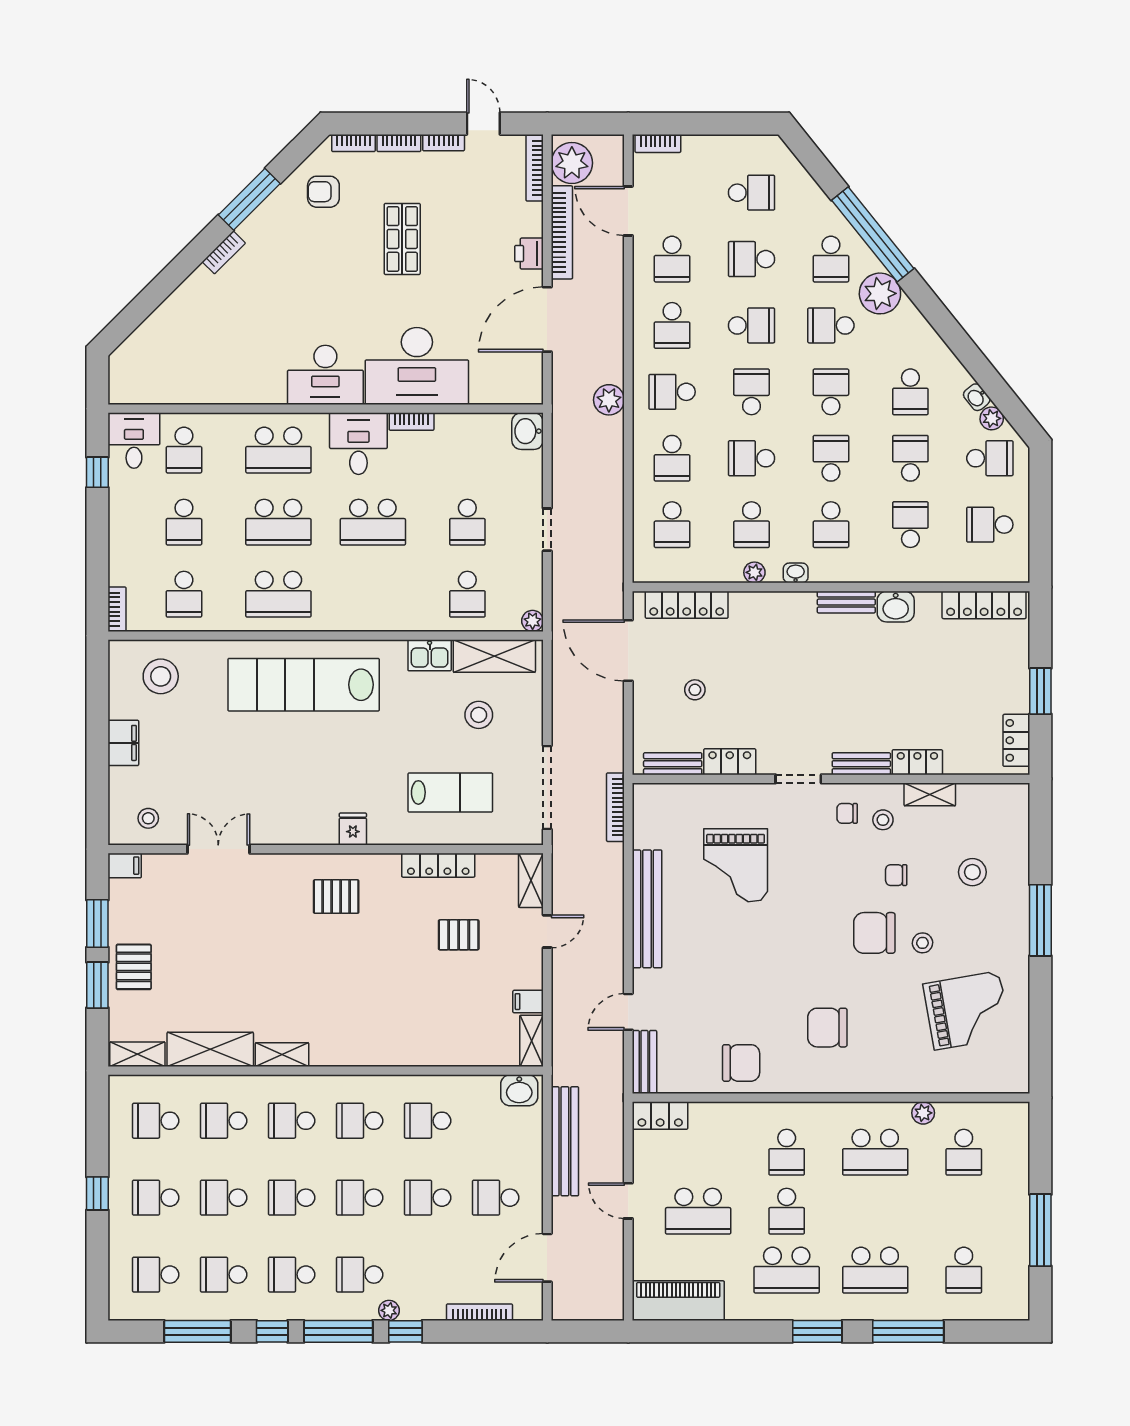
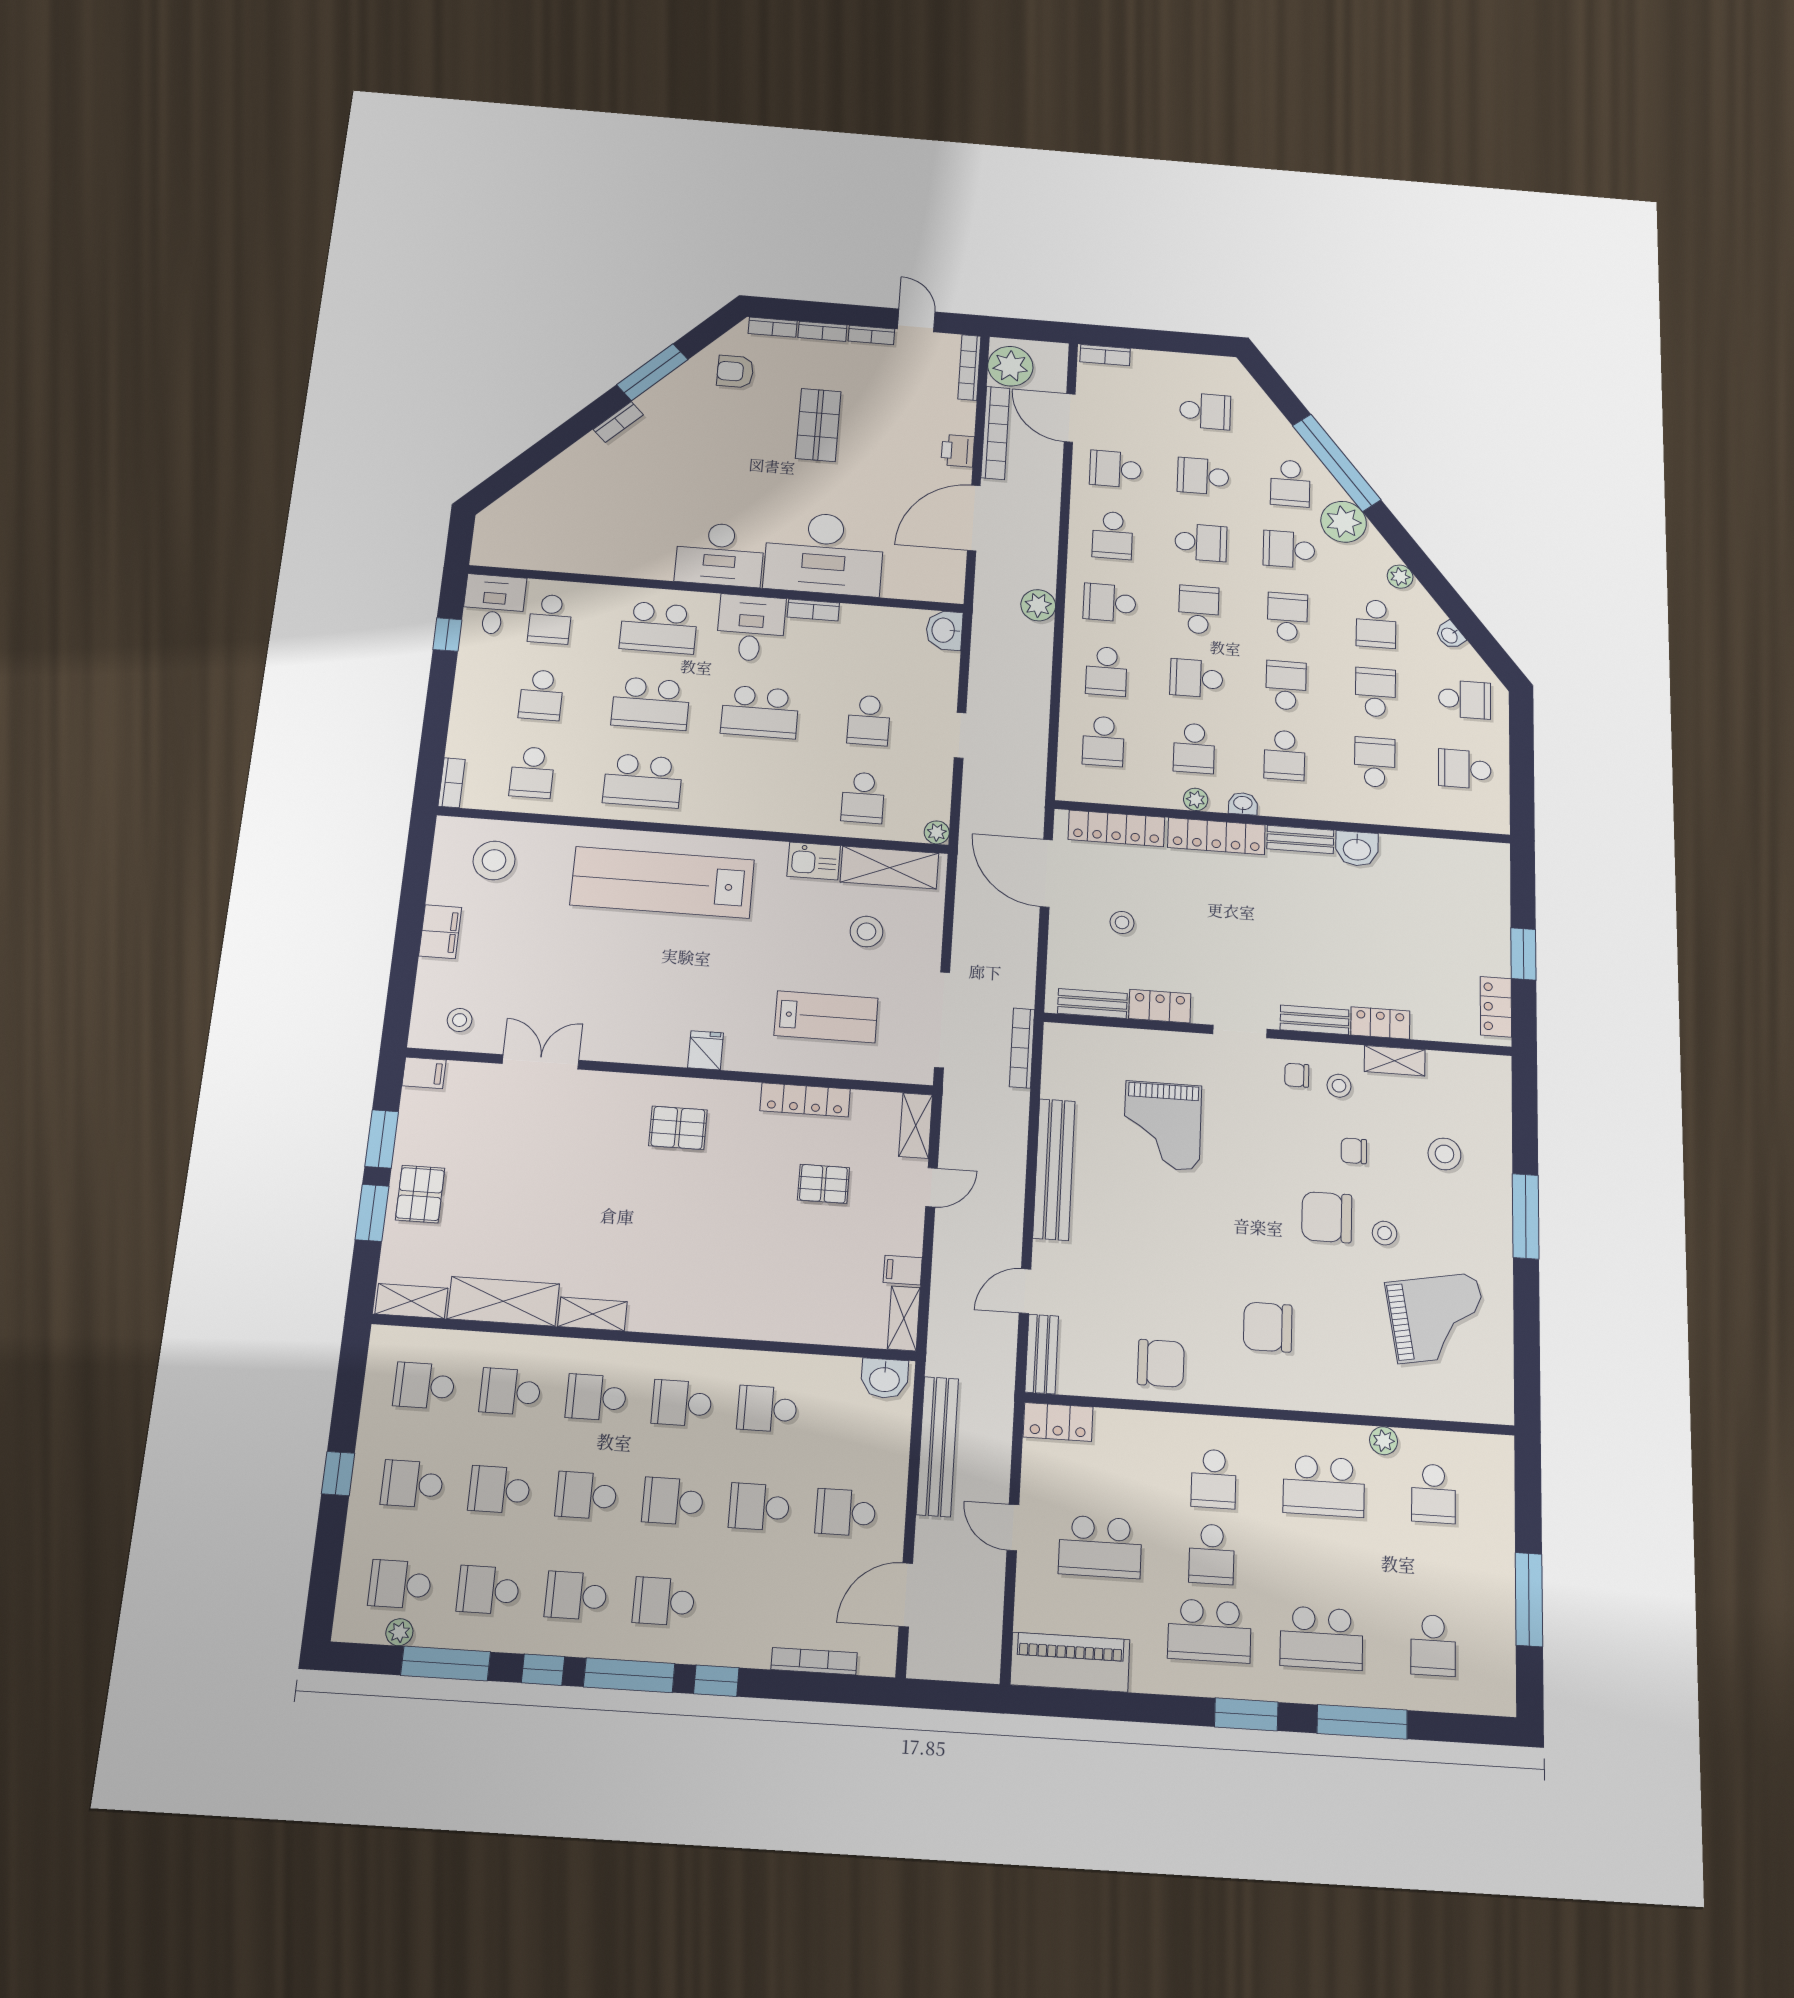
school desk: (672, 259) -> (1115, 469), turned 90
plant: (992, 418) -> (1400, 577), moved
locker: (984, 605) -> (1216, 836), moved
plant: (389, 1310) -> (399, 1632), moved

